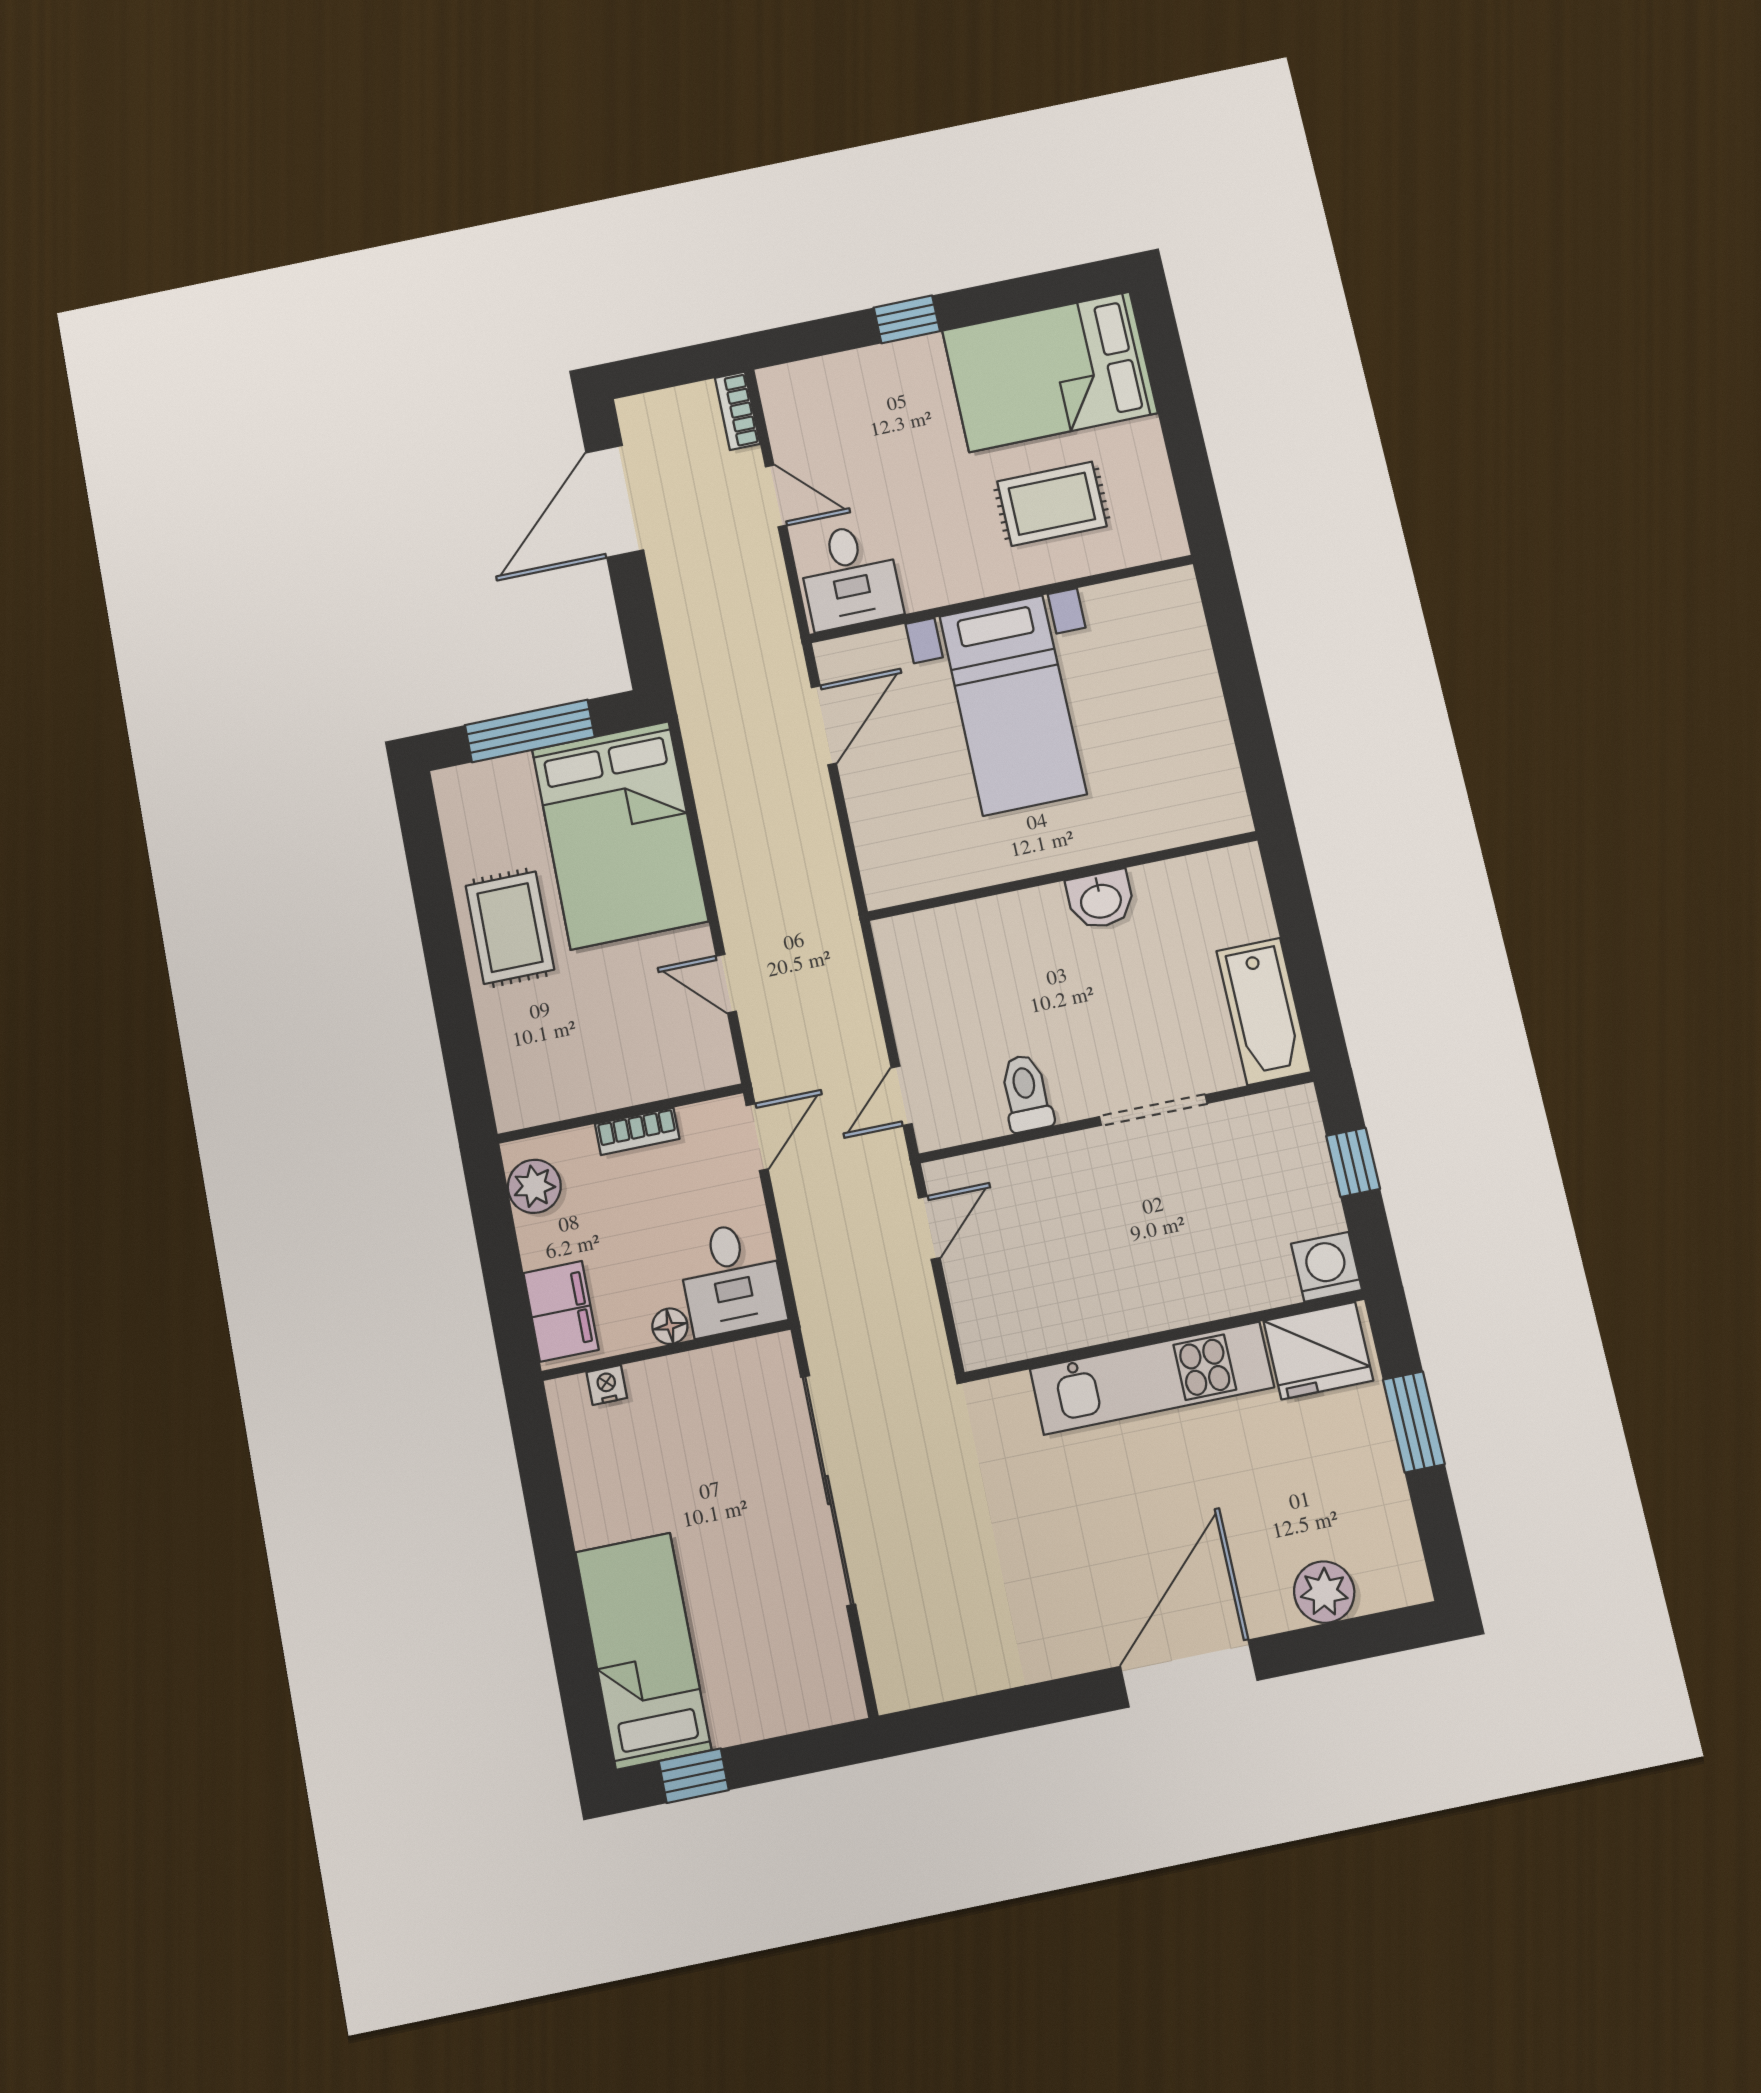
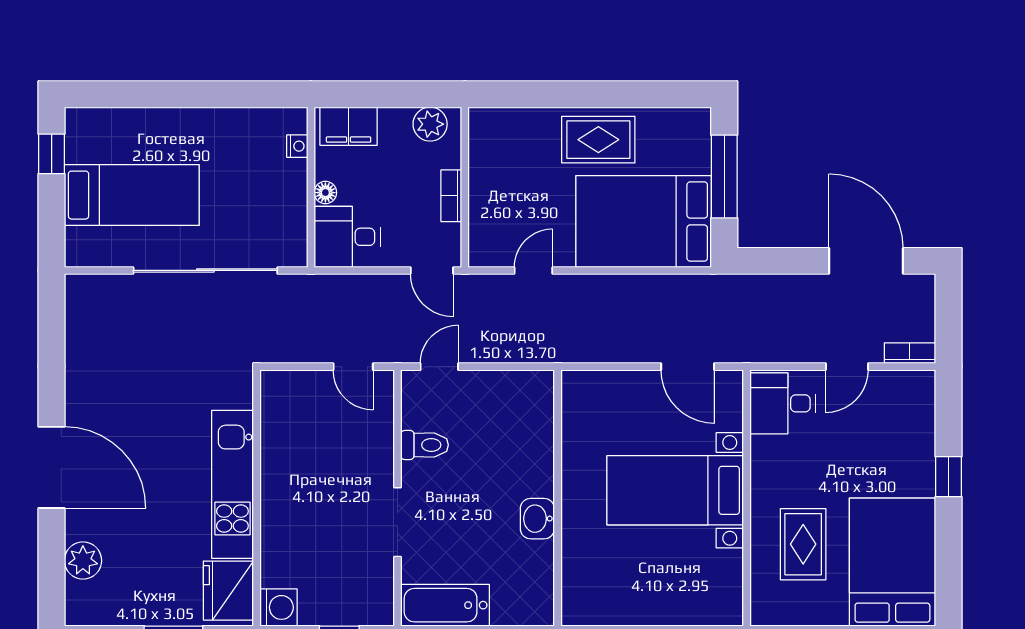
door: (902, 1096) -> (439, 367), hinge flipped
bed: (643, 1651) -> (132, 195), moved

